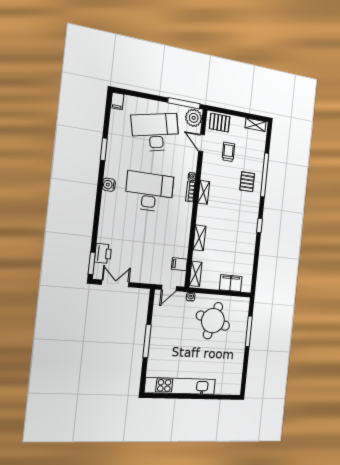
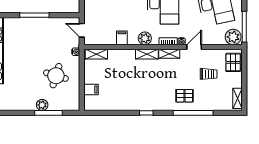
door: (202, 143) -> (194, 47), moved
plant: (185, 217) -> (145, 38), added
shelving: (199, 238) -> (147, 54), moved
filing cabinet: (179, 264) -> (122, 38), moved
filing cabinet: (231, 283) -> (91, 89), width x0.50
round table: (213, 321) -> (56, 76), width x0.73, depth x0.73
plant: (240, 338) -> (42, 105), added

